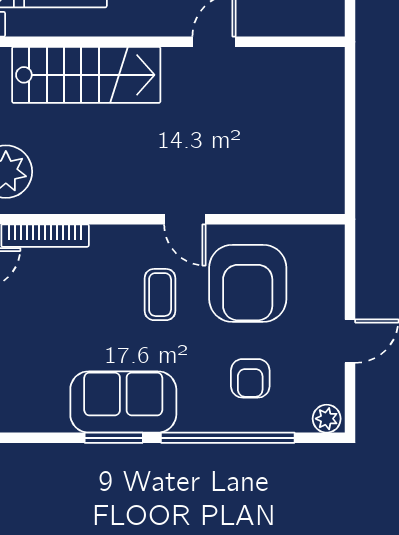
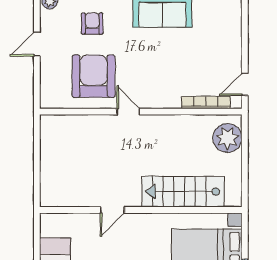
coffee table: (160, 295) -> (142, 70), removed

